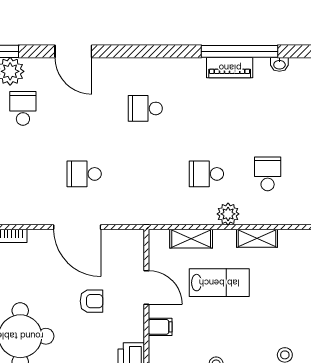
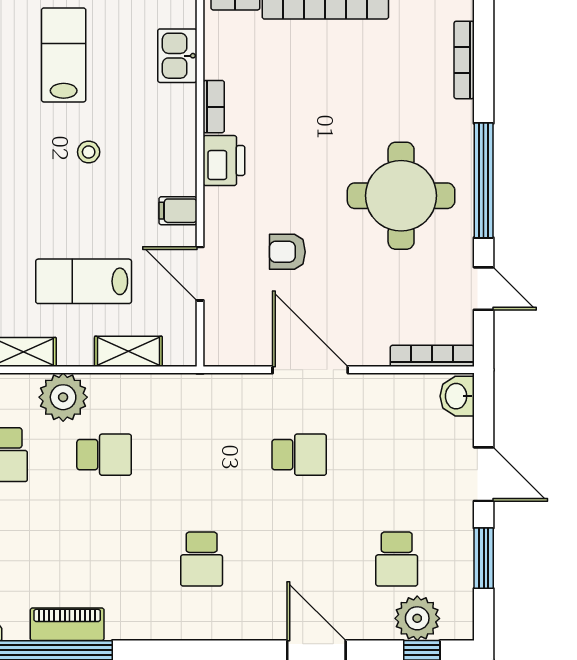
school desk: (145, 108) -> (202, 559), turned 90
plant: (228, 214) -> (63, 397), width x1.36, depth x1.36

